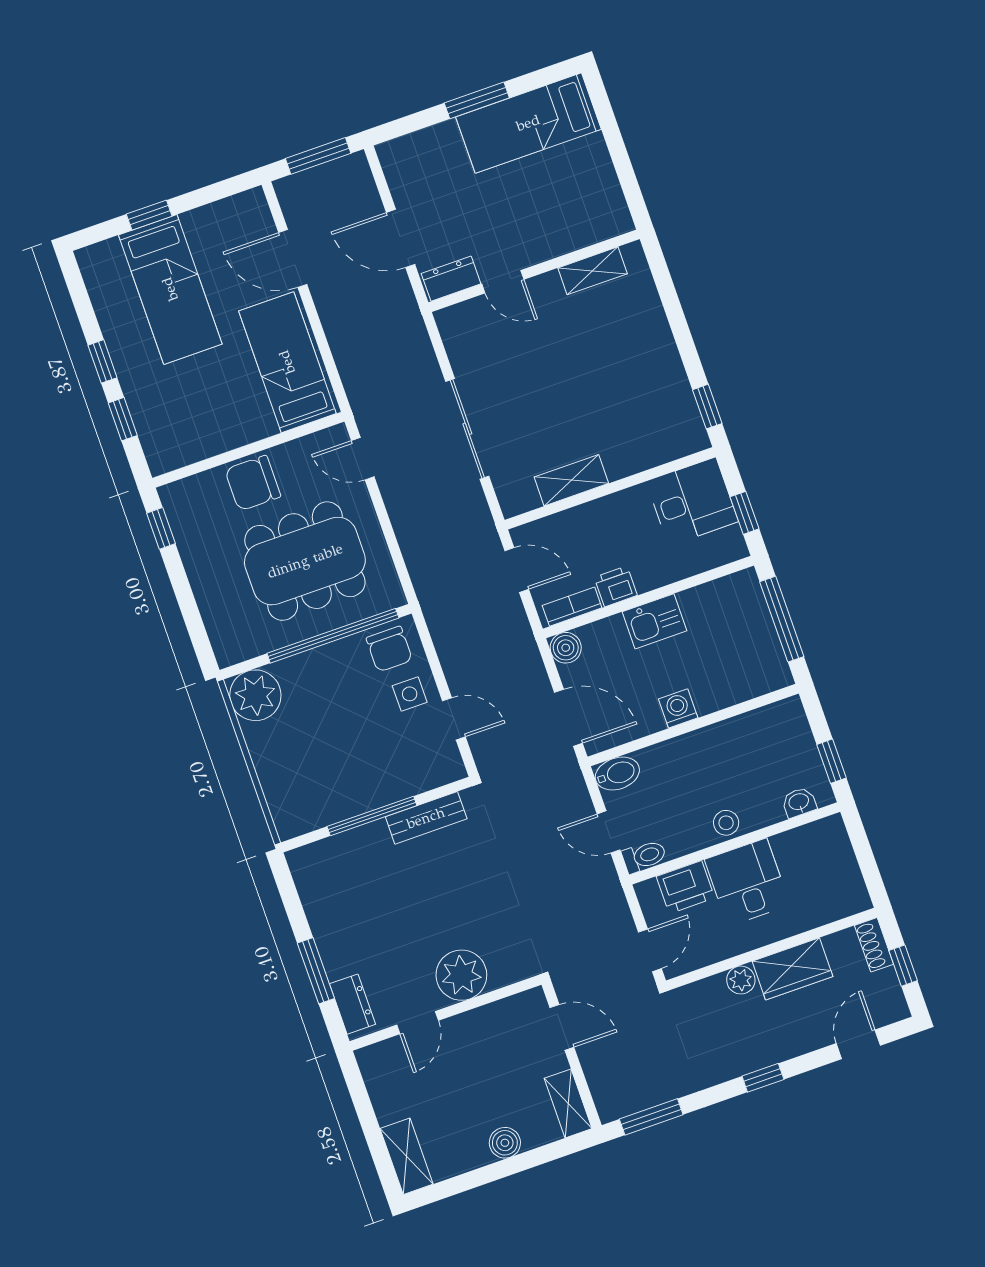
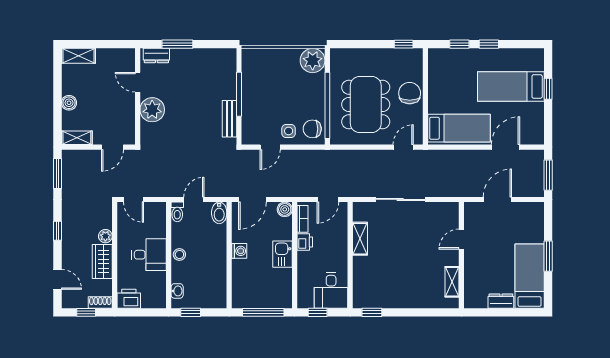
dresser: (451, 279) -> (501, 301), moved, turned -90
printer: (685, 887) -> (129, 299), moved, turned 90

